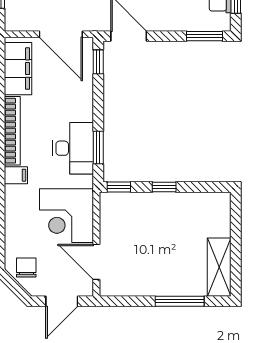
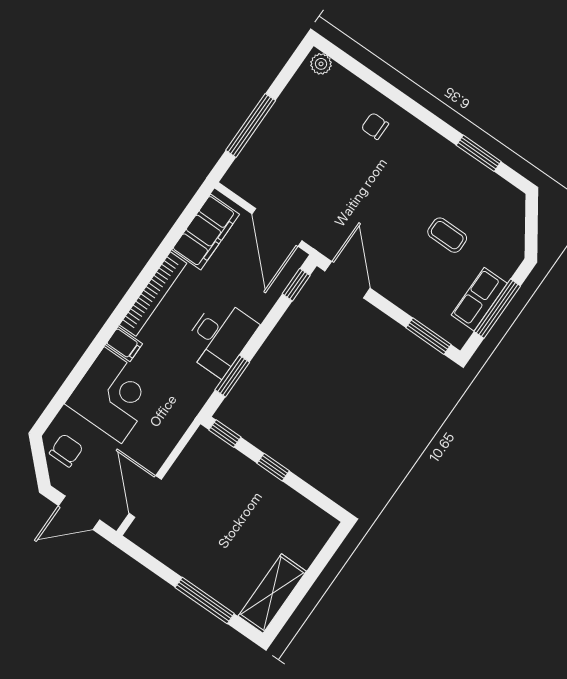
desk: (73, 148) -> (220, 337), moved
corner desk: (67, 216) -> (113, 395), moved, turned 180

